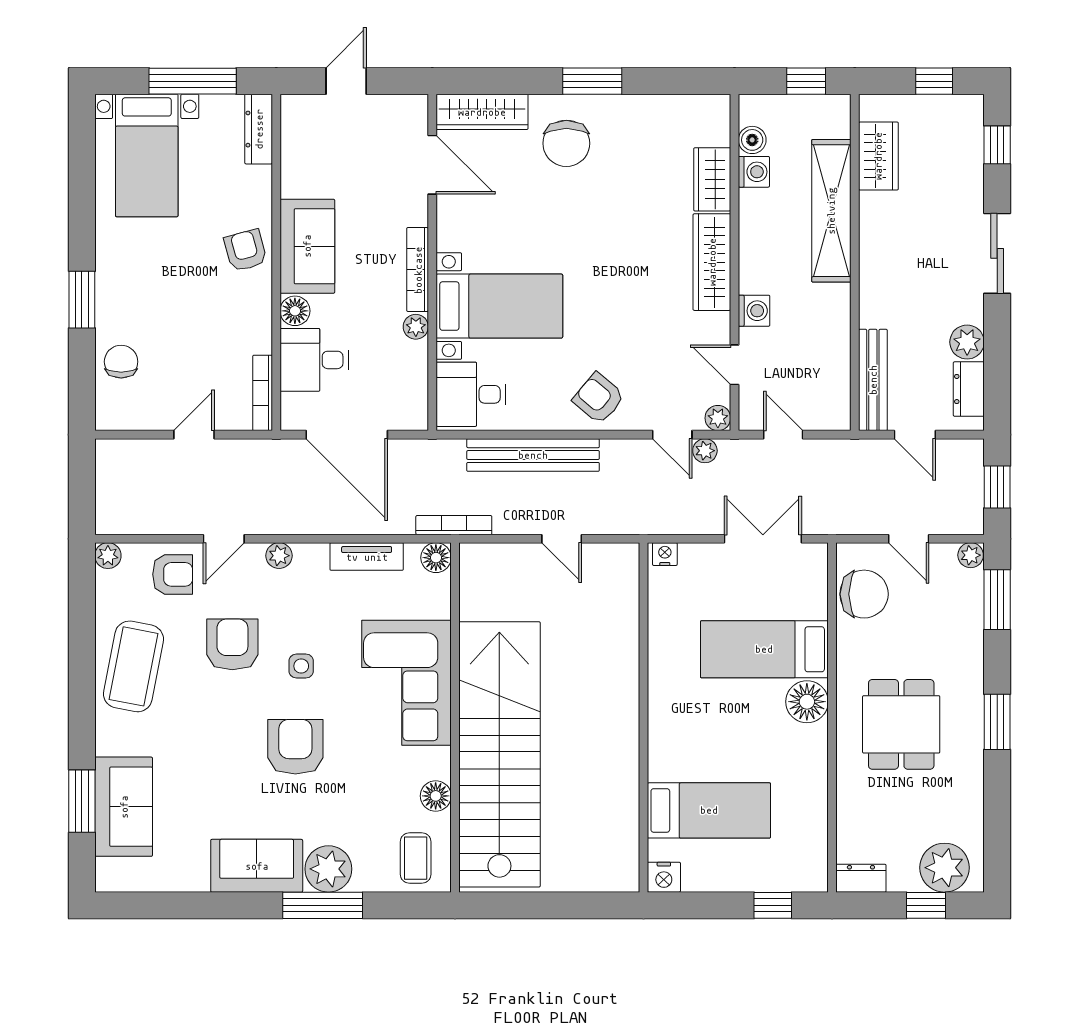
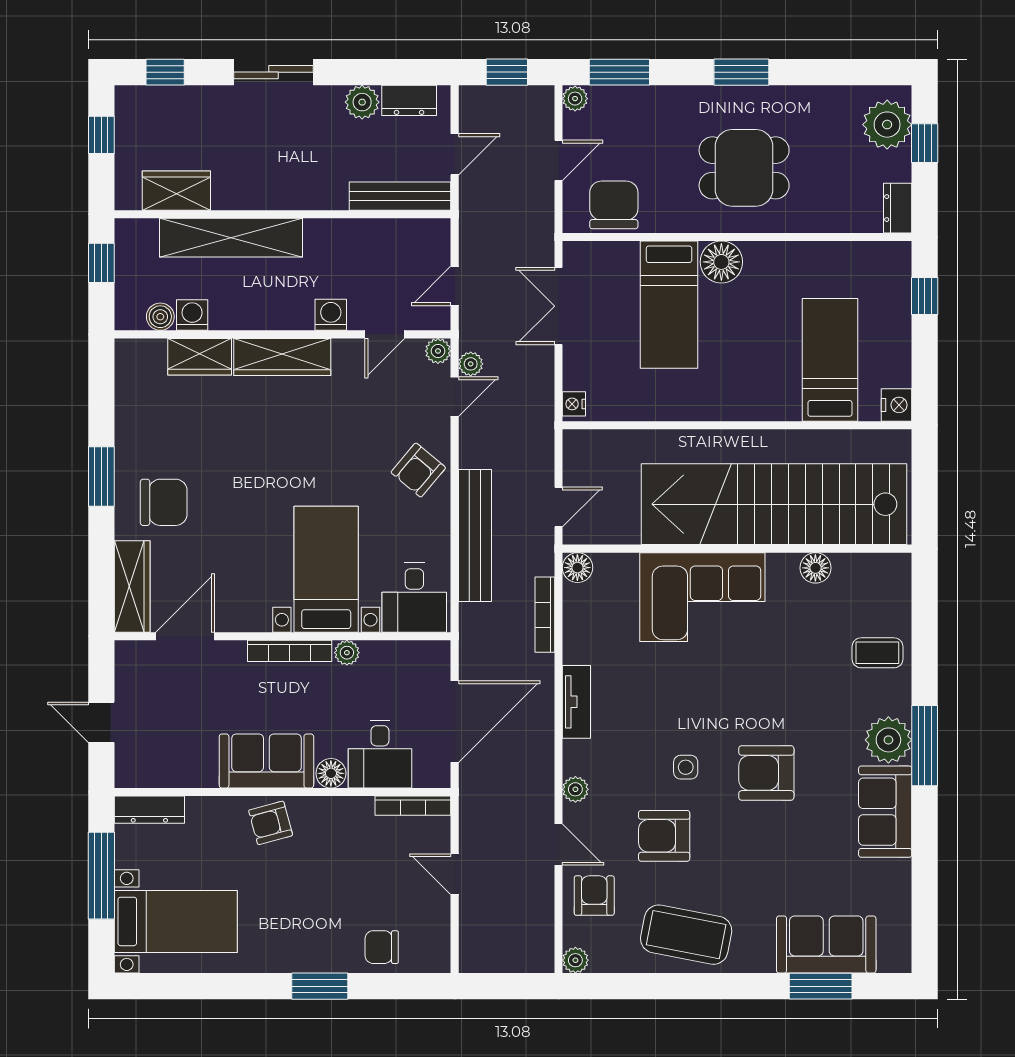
floor lamp: (436, 558) -> (577, 568), moved
corner sofa: (406, 683) -> (702, 597), moved
wall: (455, 717) -> (737, 549), moved
stairs: (499, 754) -> (774, 504), moved
floor lamp: (436, 796) -> (815, 568), moved

